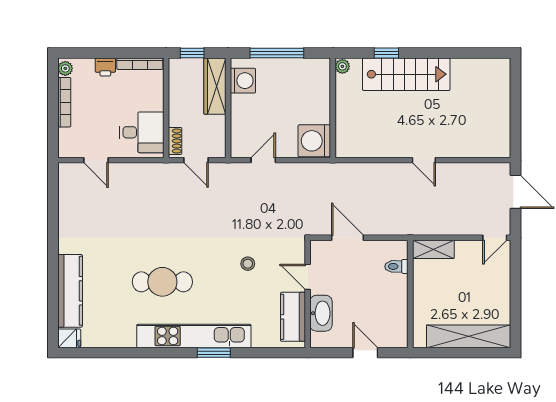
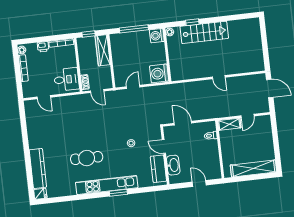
washing machine: (243, 81) -> (157, 36), moved, turned 180
door: (495, 238) -> (248, 116), moved

